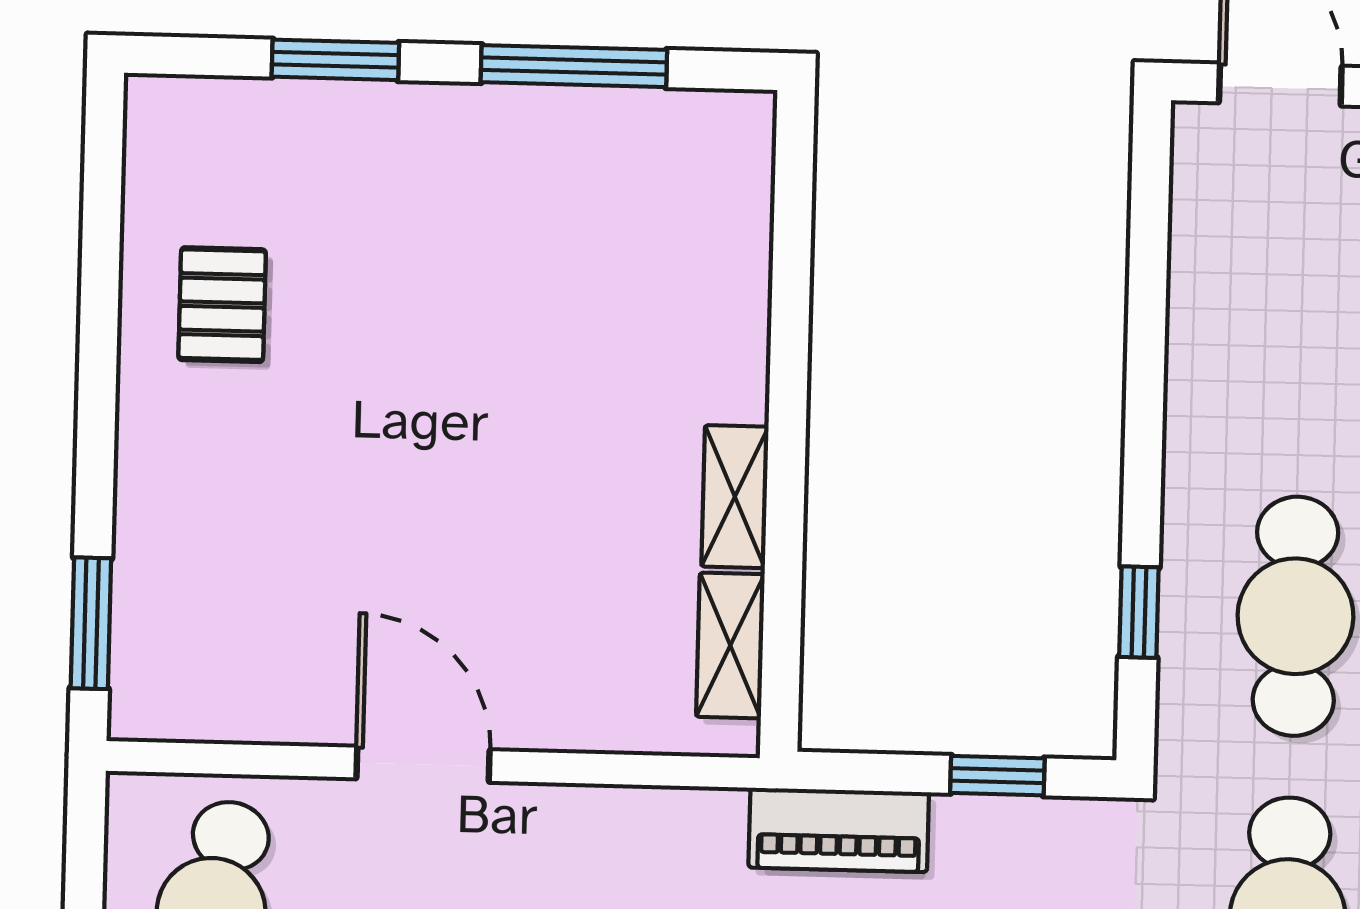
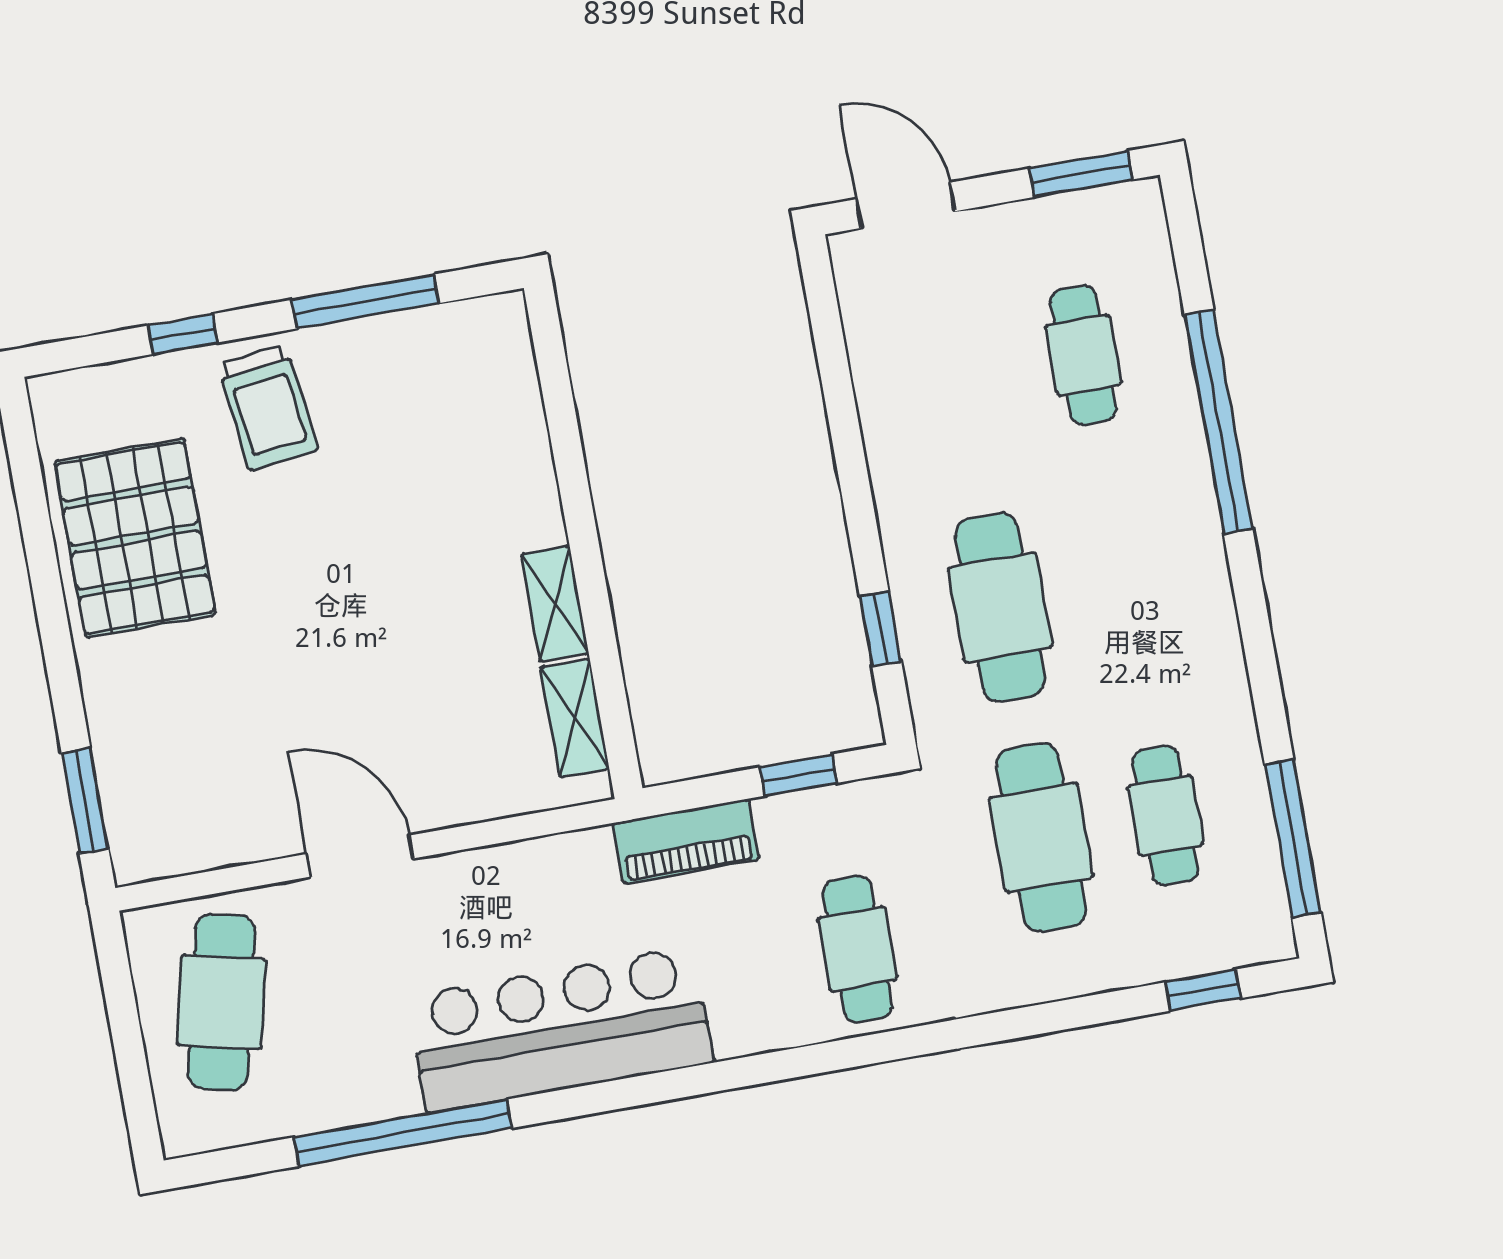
window: (335, 60) -> (183, 334), width x0.67
trolley: (423, 174) -> (268, 407), added
pallet: (222, 305) -> (135, 538), width x2.05, depth x2.00

